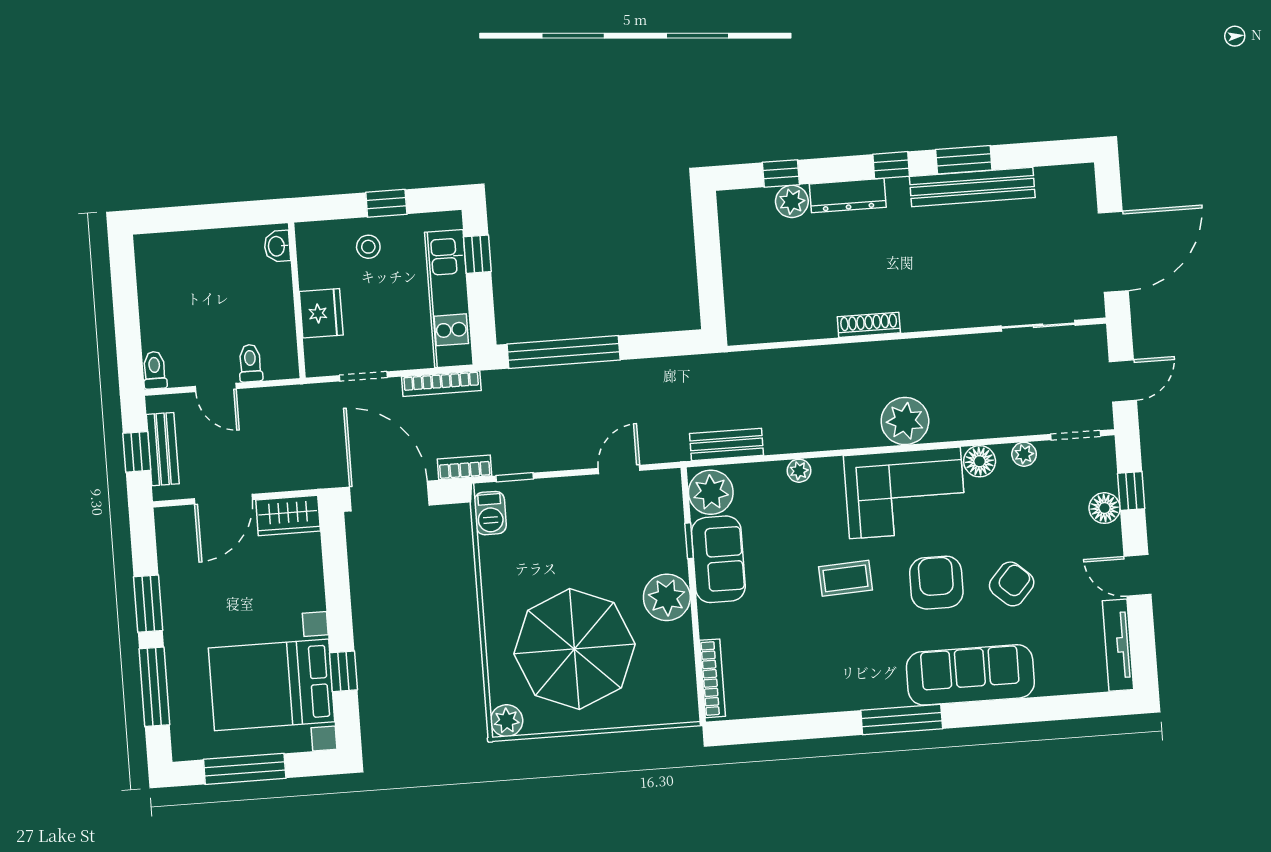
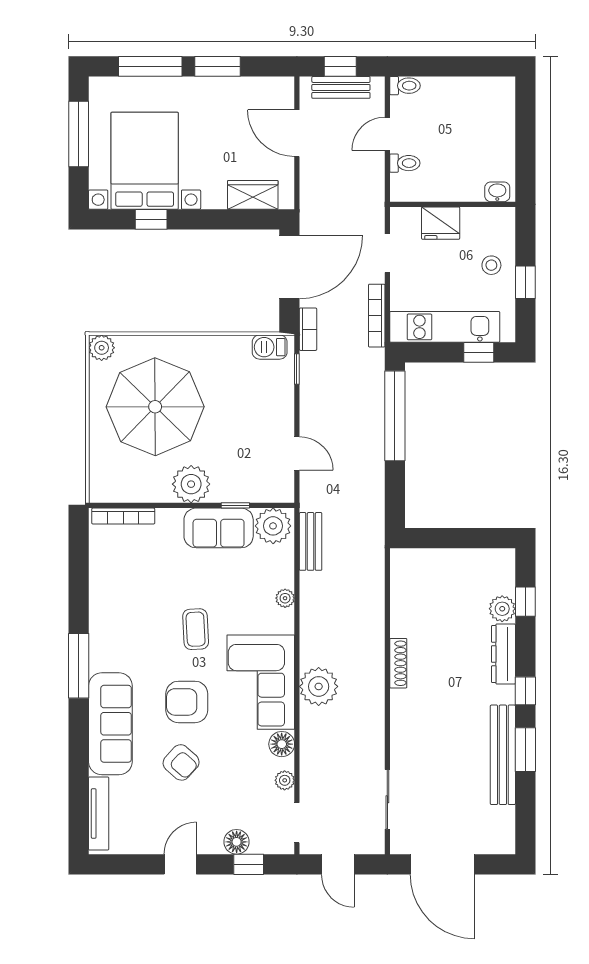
wardrobe: (288, 515) -> (253, 195), moved, turned 90
armchair: (936, 583) -> (187, 702), turned 180
tv unit: (1118, 645) -> (99, 813), moved, turned 90

